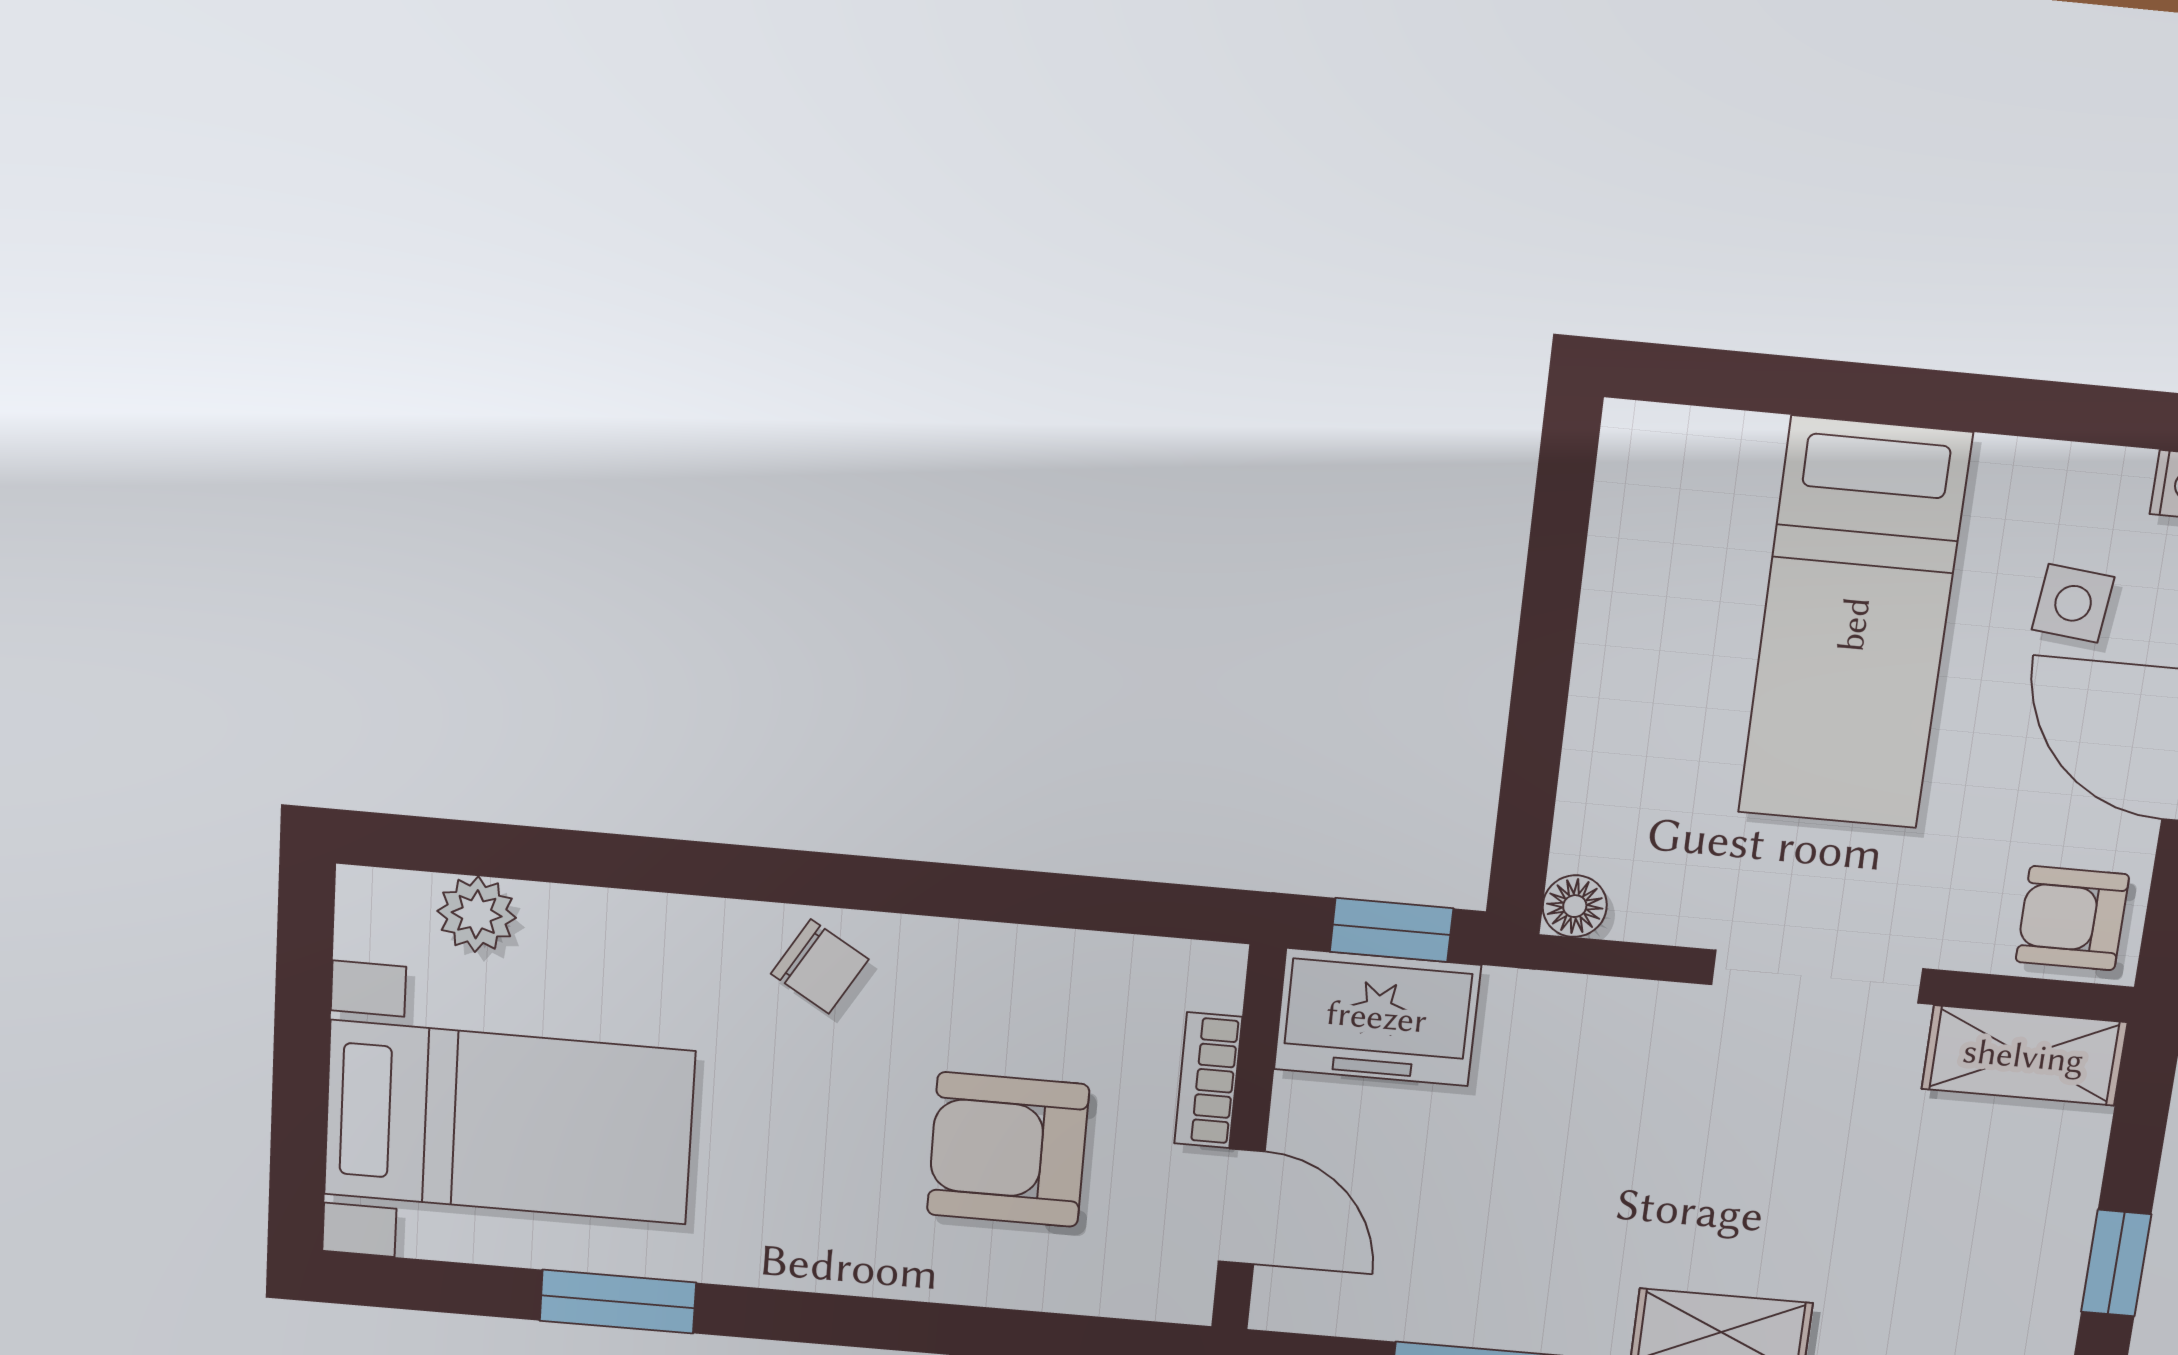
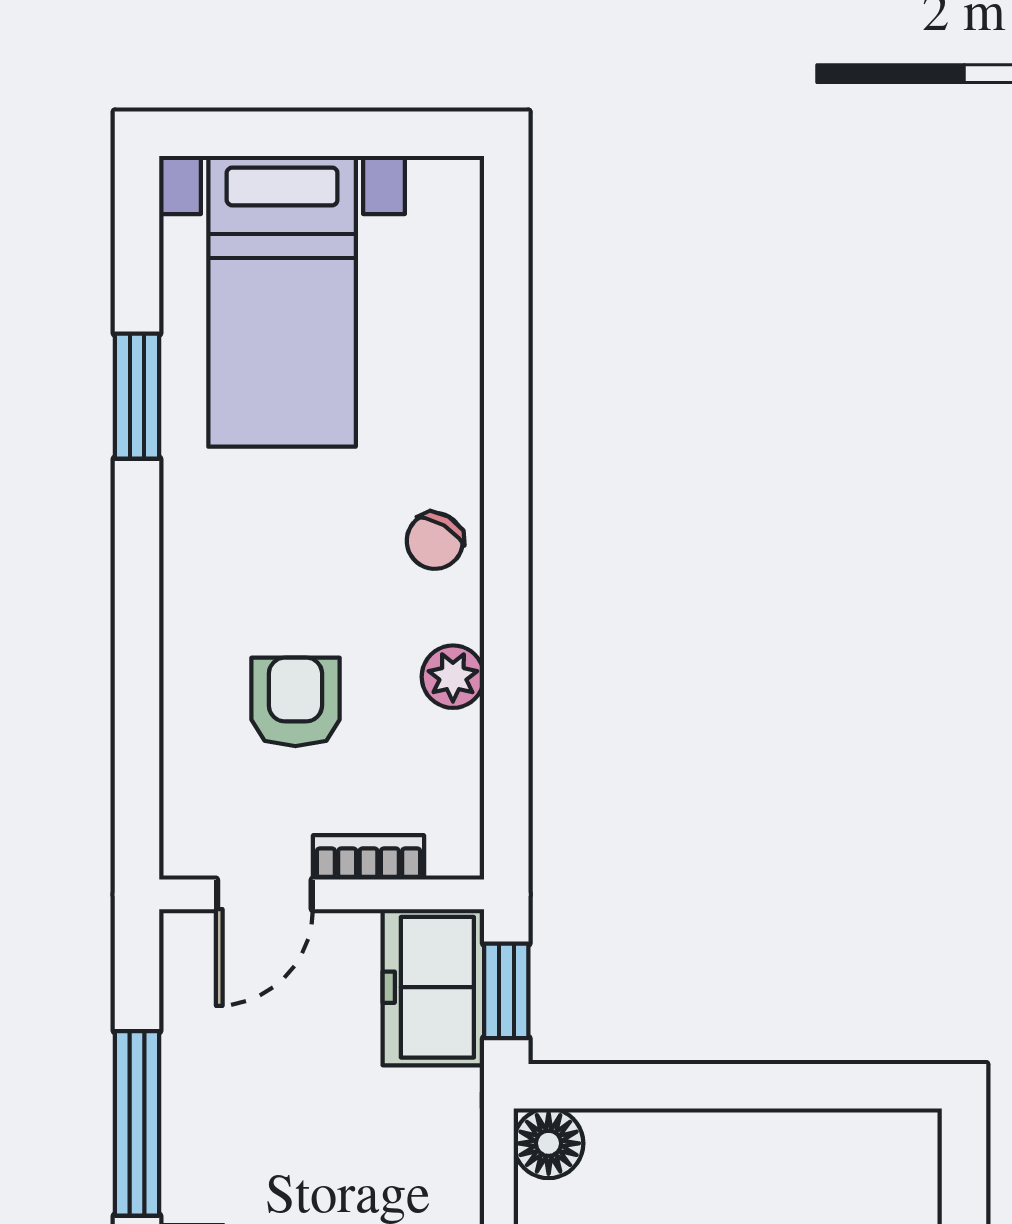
floor lamp: (1575, 906) -> (549, 1143), width x1.37, depth x1.37
plant: (477, 914) -> (453, 677), moved
armchair: (1008, 1150) -> (295, 702), width x0.72, depth x0.72

